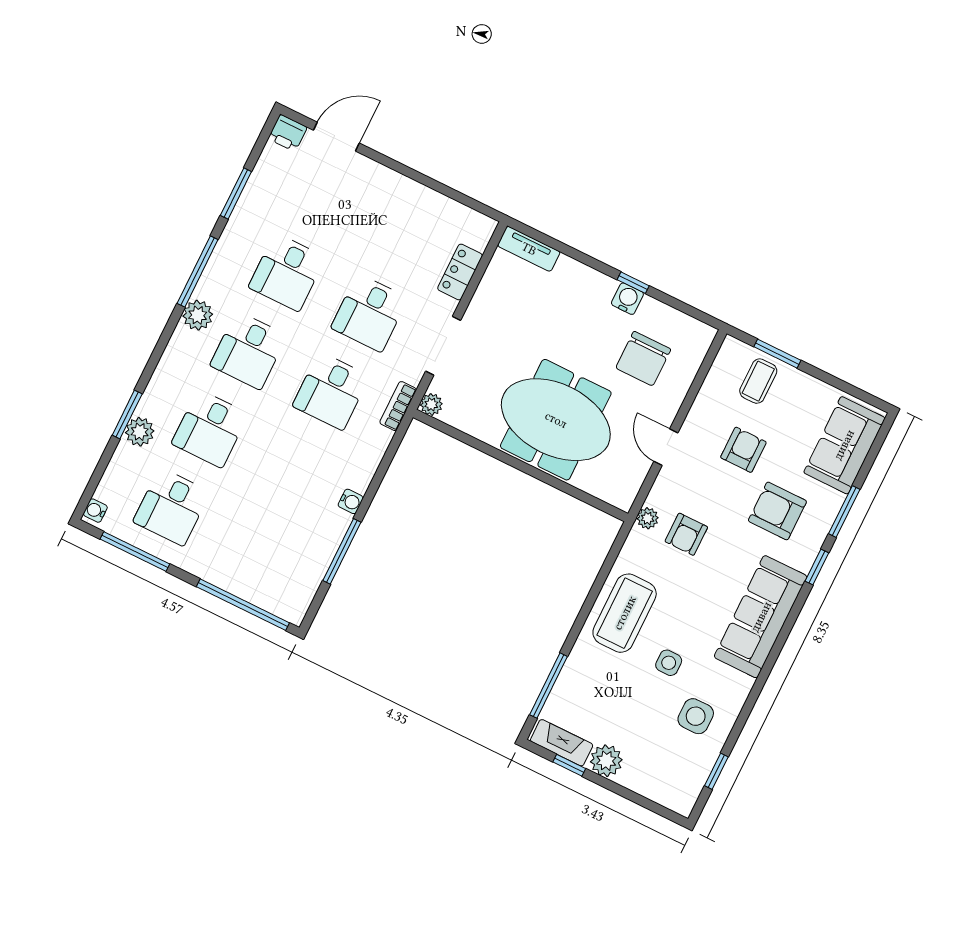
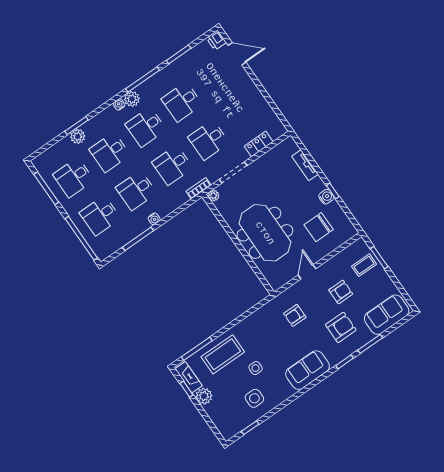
tv unit: (529, 249) -> (305, 165), moved
desk: (293, 469) -> (136, 190), added
water cooler: (95, 511) -> (119, 104), moved
armchair: (777, 511) -> (341, 327), turned 90
plant: (648, 518) -> (282, 299), removed
desk: (254, 547) -> (100, 216), added
coffee table: (625, 613) -> (223, 354), moved
sofa: (761, 617) -> (308, 370), width x0.73

